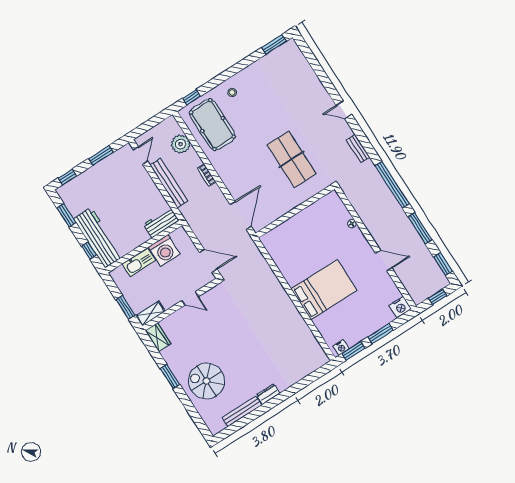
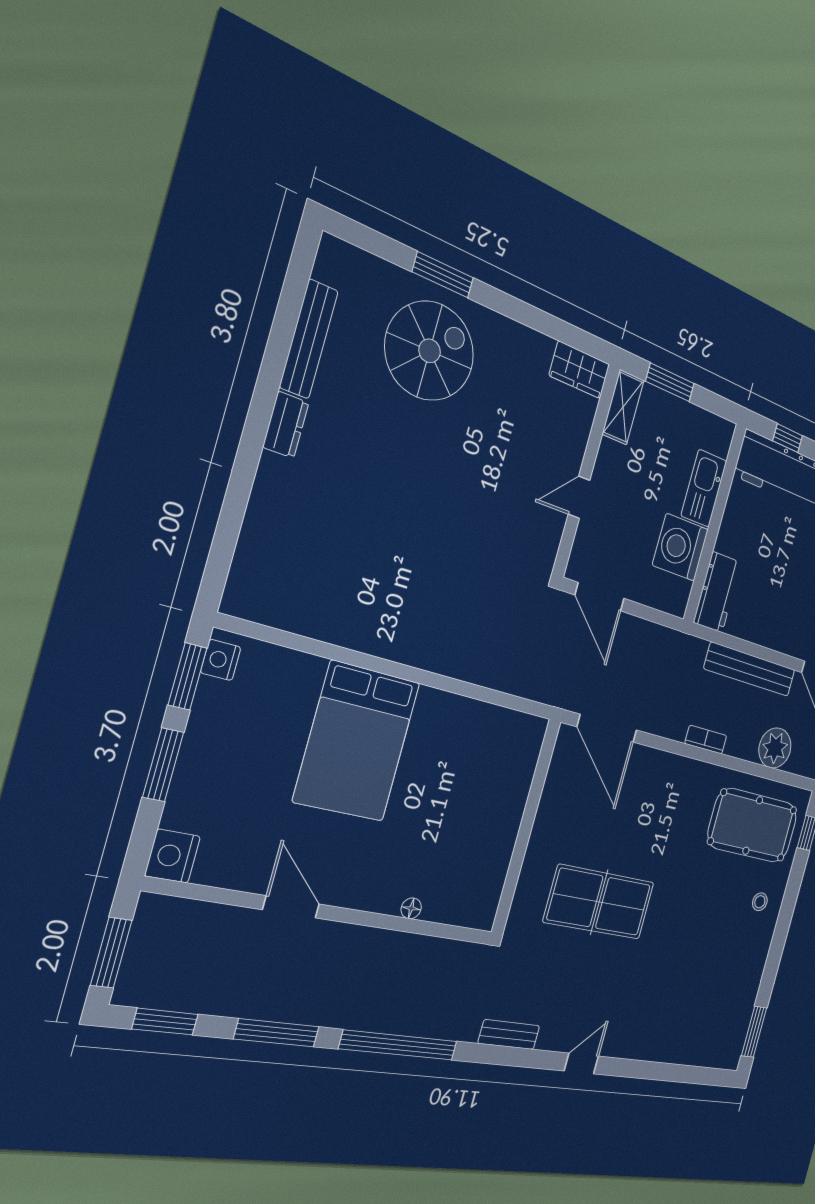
door: (208, 261) -> (600, 597), hinge flipped
door: (384, 261) -> (291, 907), swing flipped
window: (438, 297) -> (111, 953), width x1.50
window: (170, 377) -> (443, 275), moved

